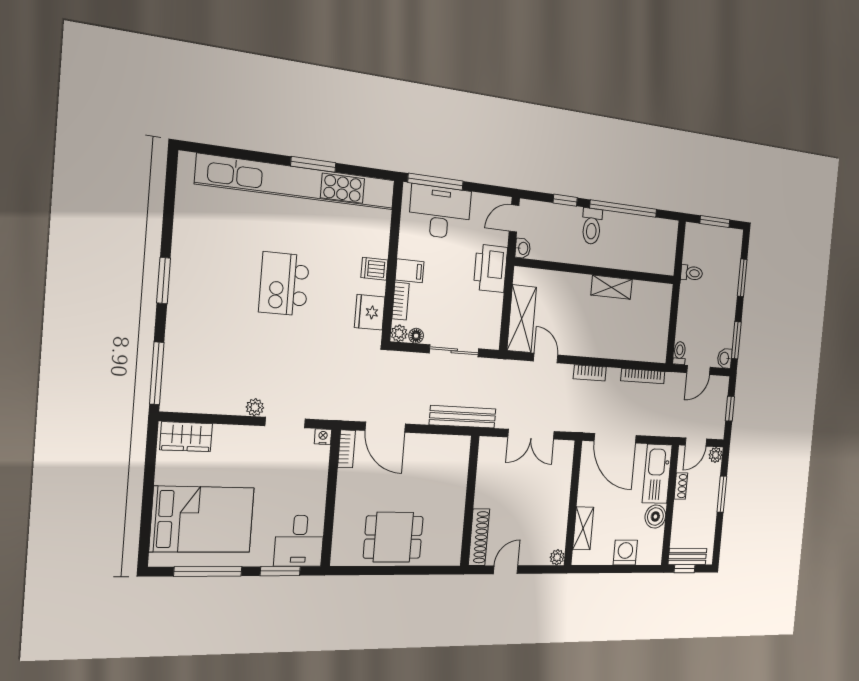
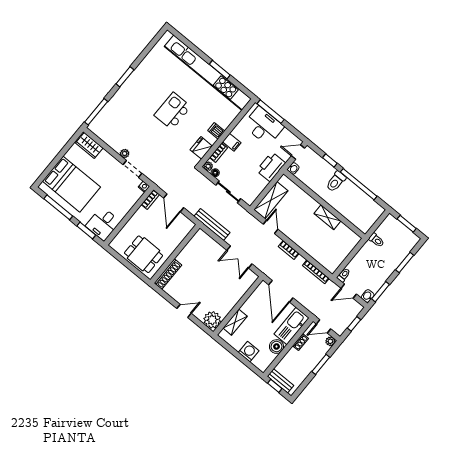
wall: (470, 501) -> (175, 254), moved
shoe rack: (479, 537) -> (168, 274), moved
plant: (557, 557) -> (212, 320), width x1.87, depth x1.87

